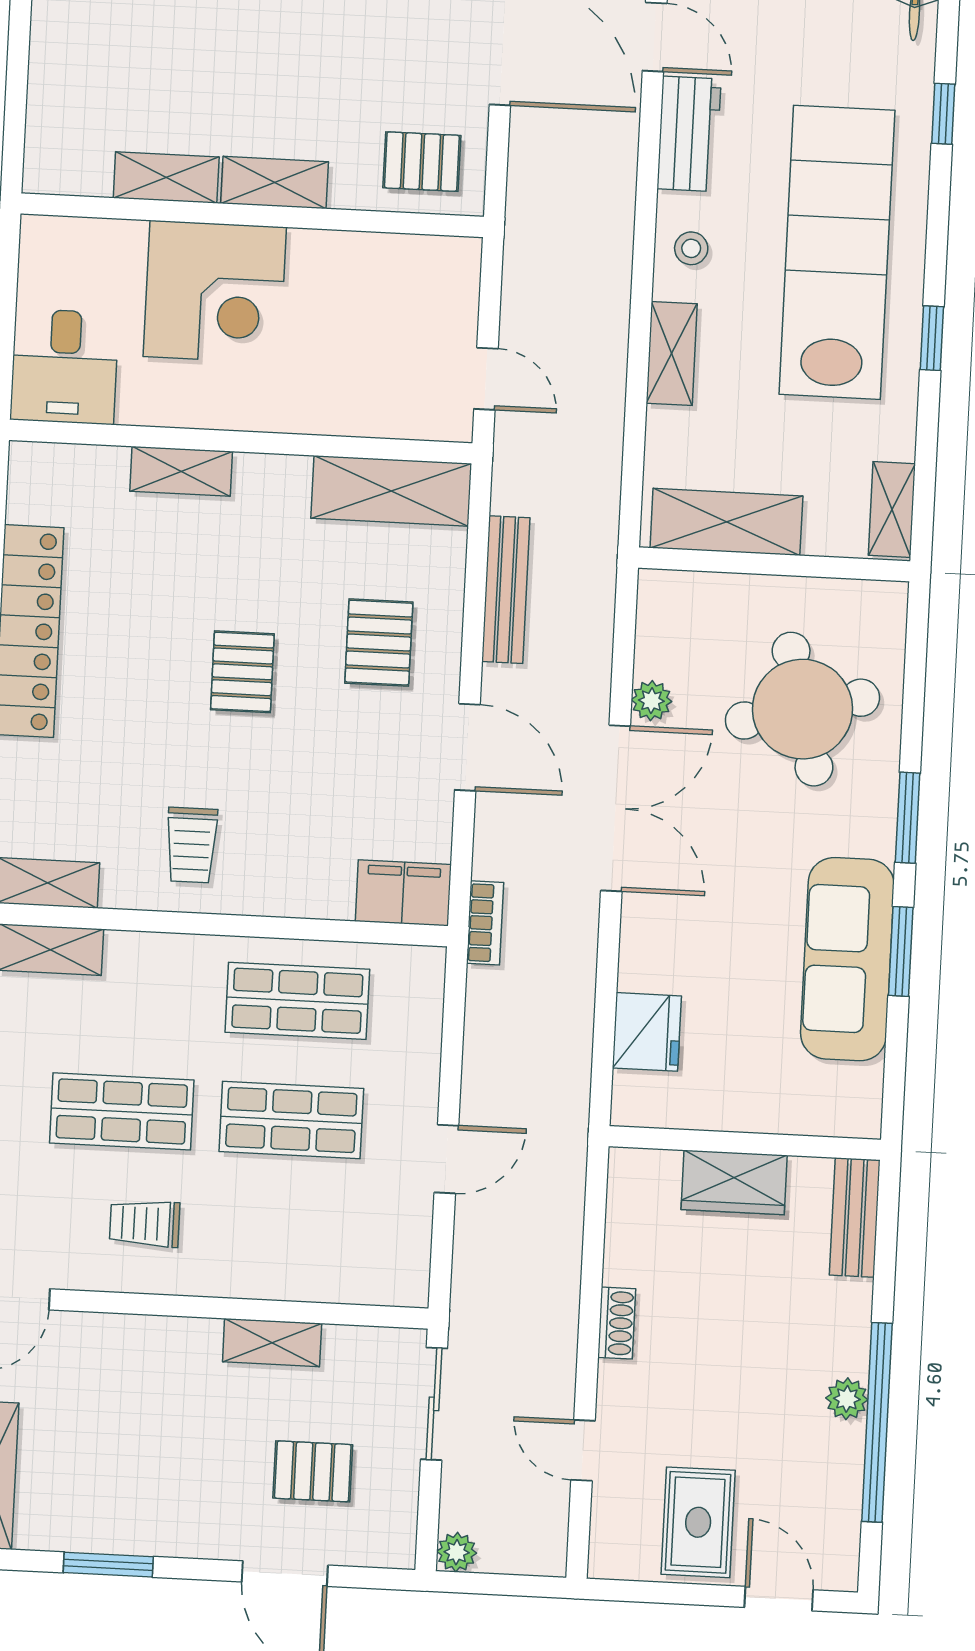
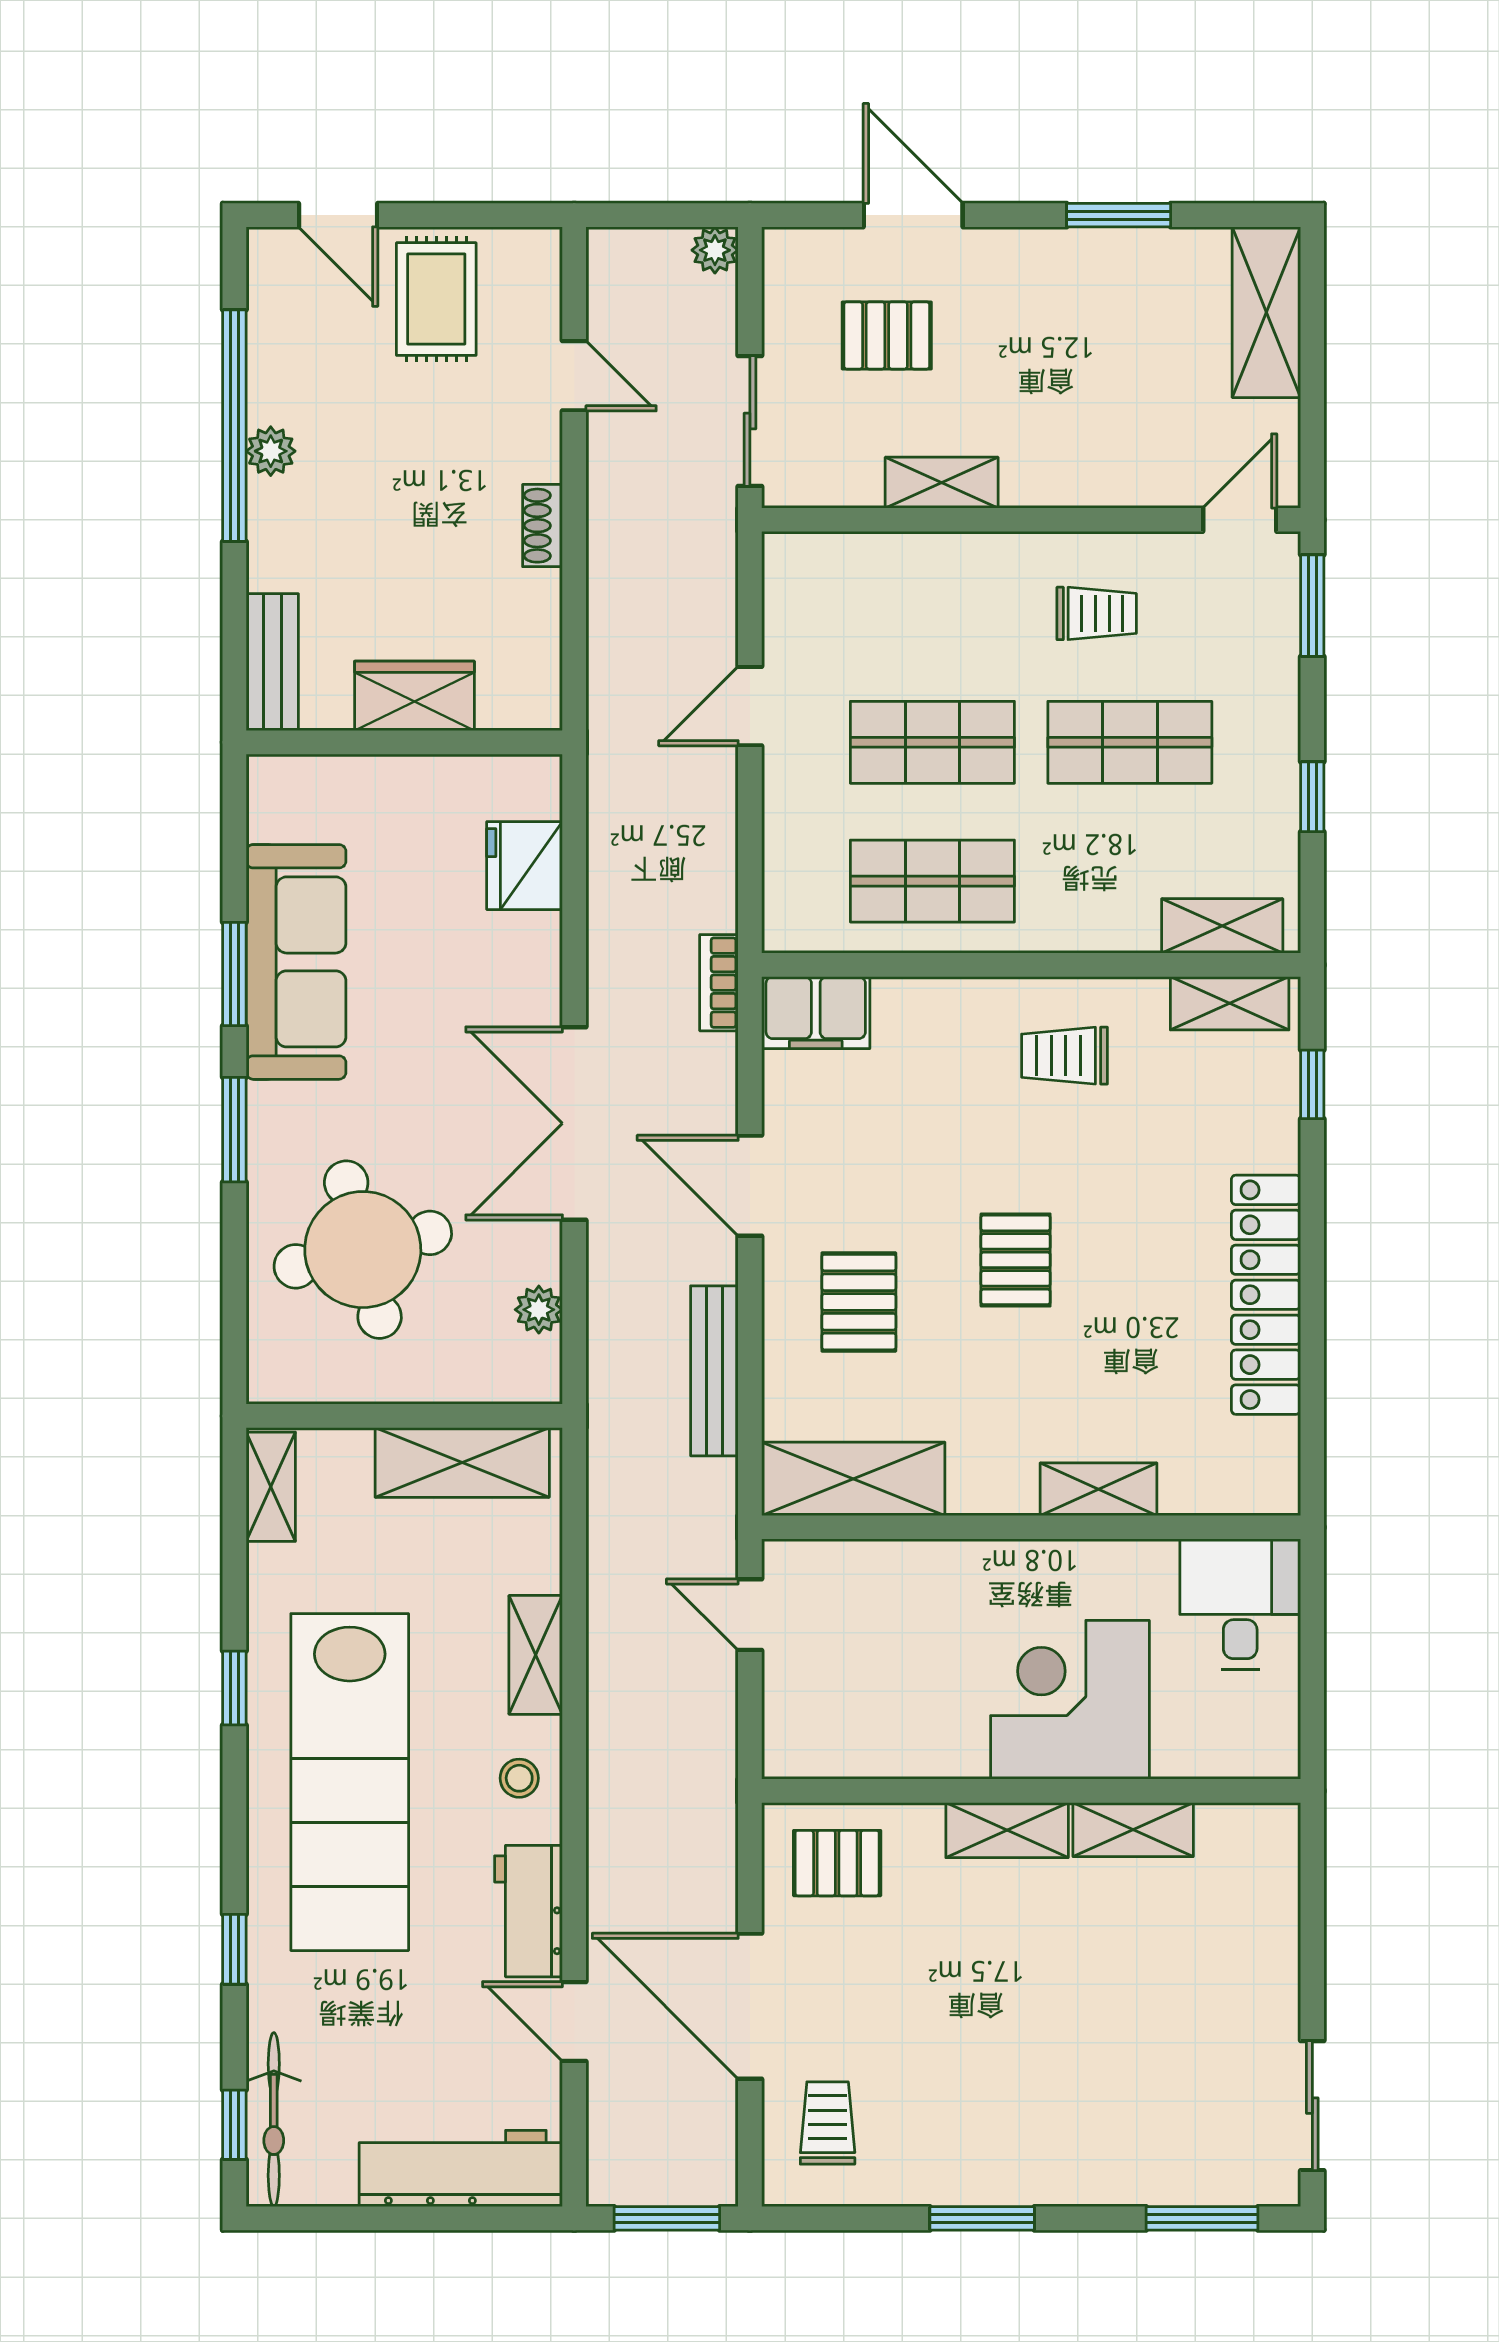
plant: (651, 701) -> (539, 1310), moved
trolley: (191, 845) -> (1064, 1056), turned -90

